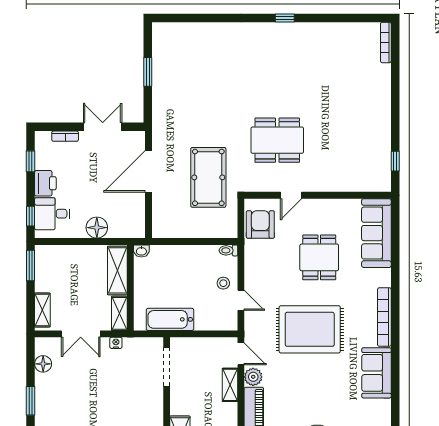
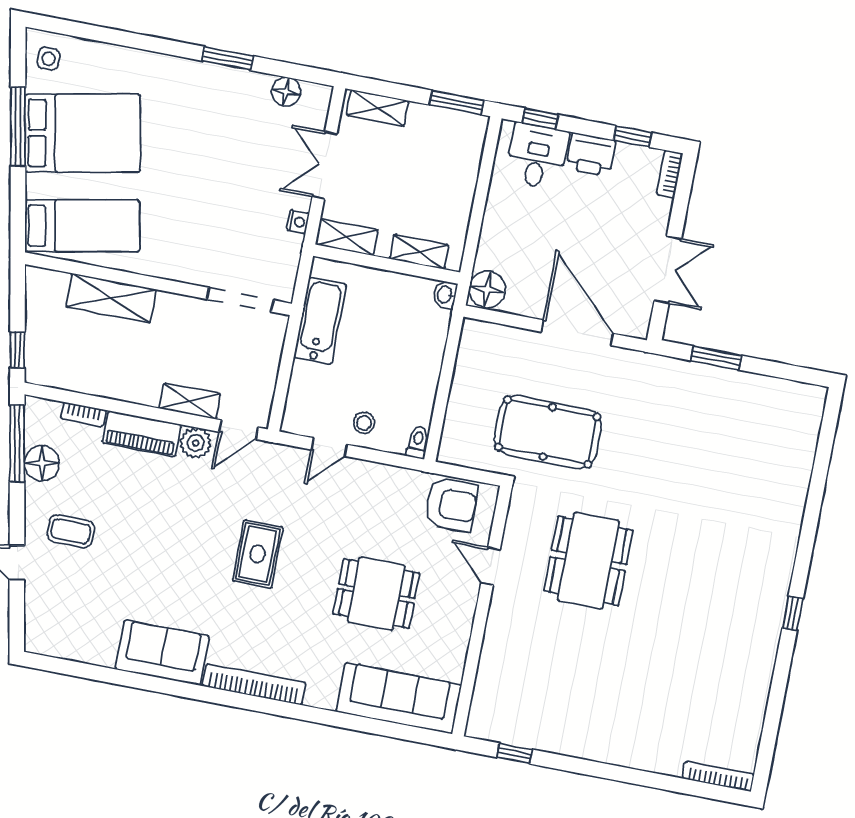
window: (148, 72) -> (716, 358), moved
bookcase: (65, 136) -> (670, 174), moved
floor lamp: (97, 228) -> (487, 289), moved
shelving: (117, 270) -> (419, 252), width x0.67, depth x0.75
rug: (310, 329) -> (258, 554), width x0.54, depth x0.49

